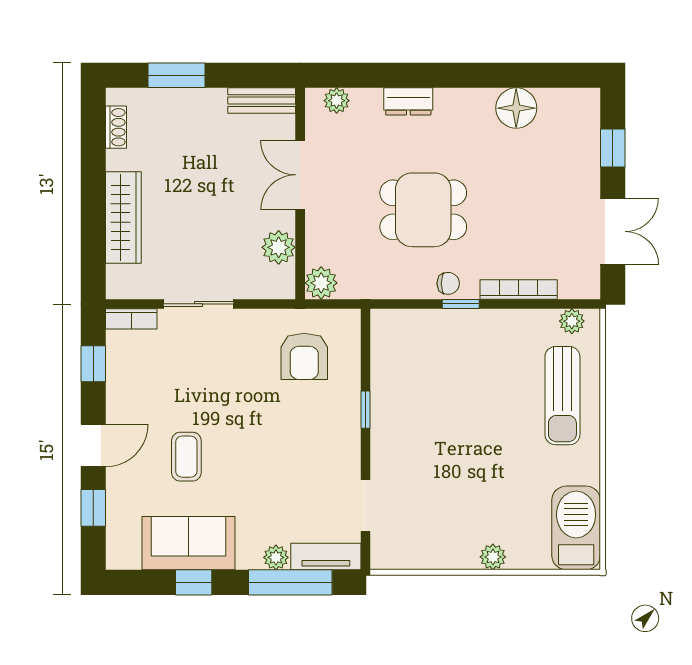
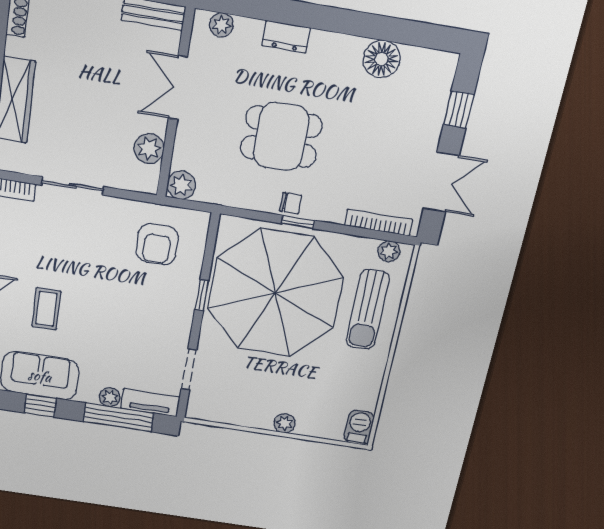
bookcase: (519, 289) -> (379, 223), moved
parasol: (451, 393) -> (275, 293), added
barbecue: (576, 528) -> (359, 427), width x0.53, depth x0.65

